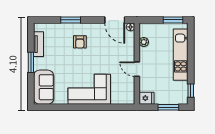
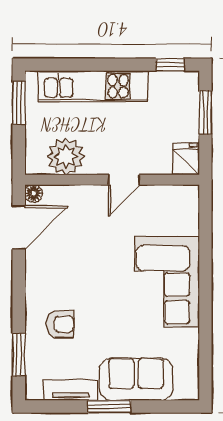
window: (71, 20) -> (19, 355), moved
armchair: (80, 42) -> (60, 324), moved
plant: (144, 42) -> (66, 156), width x1.88, depth x1.88
sofa: (44, 87) -> (136, 379), moved

